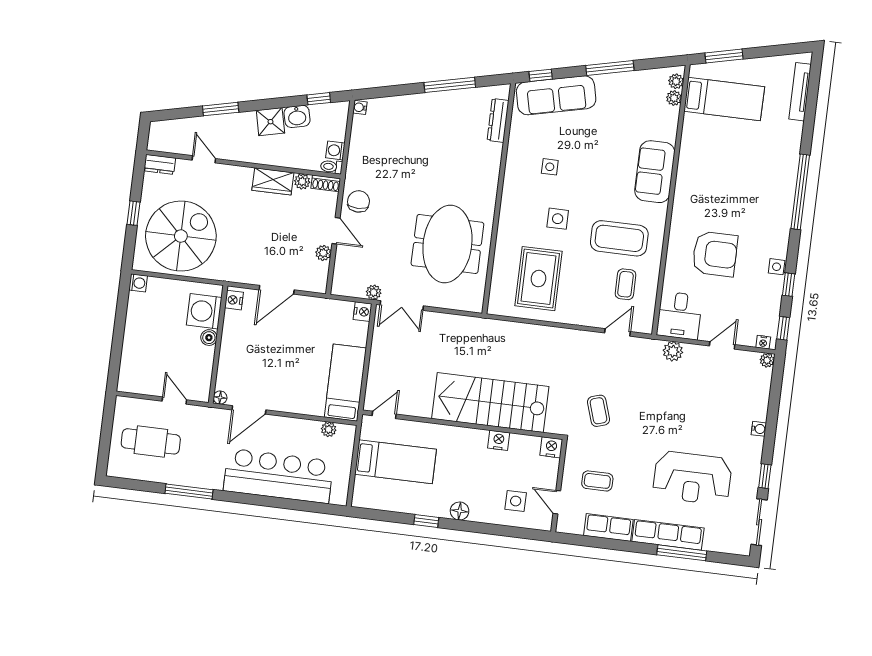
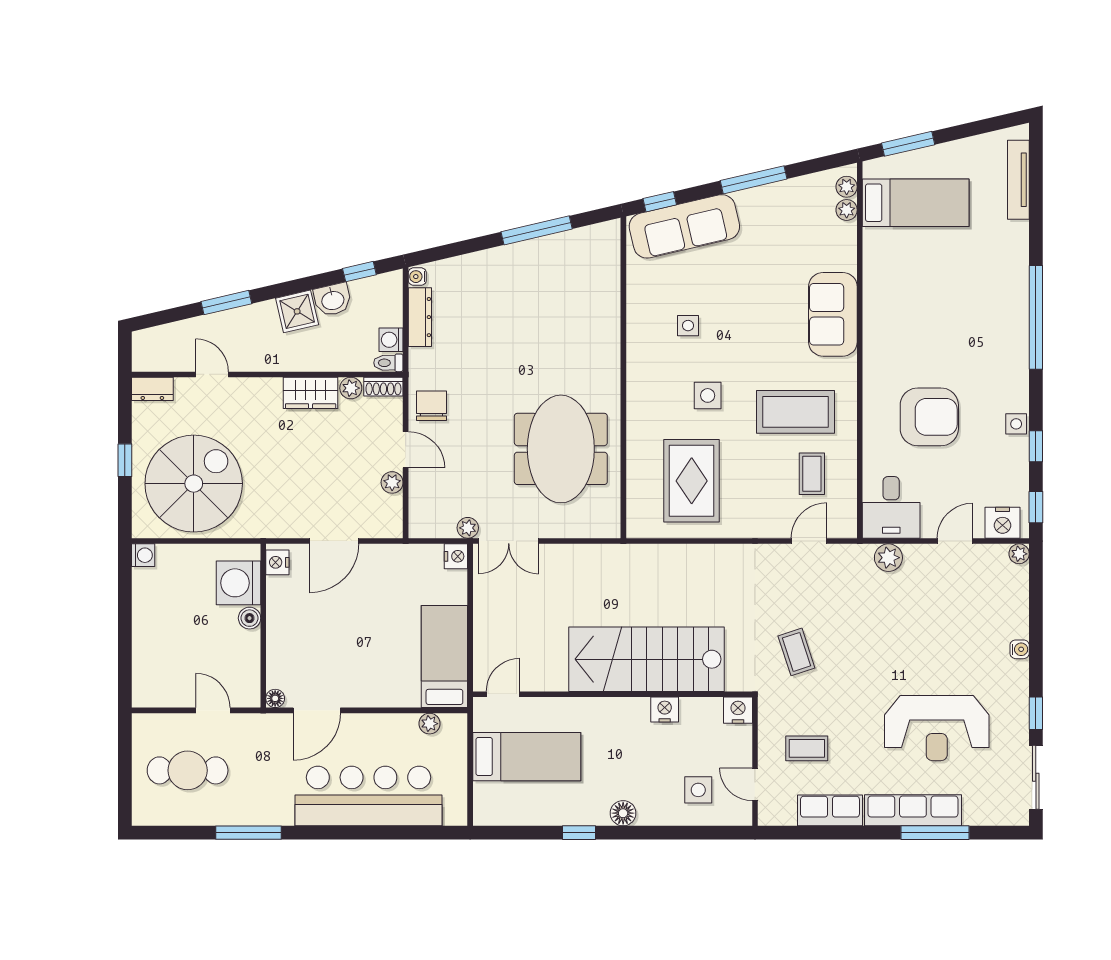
dresser: (498, 120) -> (420, 317), moved, turned 180
nightstand: (763, 342) -> (1002, 523), width x1.89, depth x1.79

